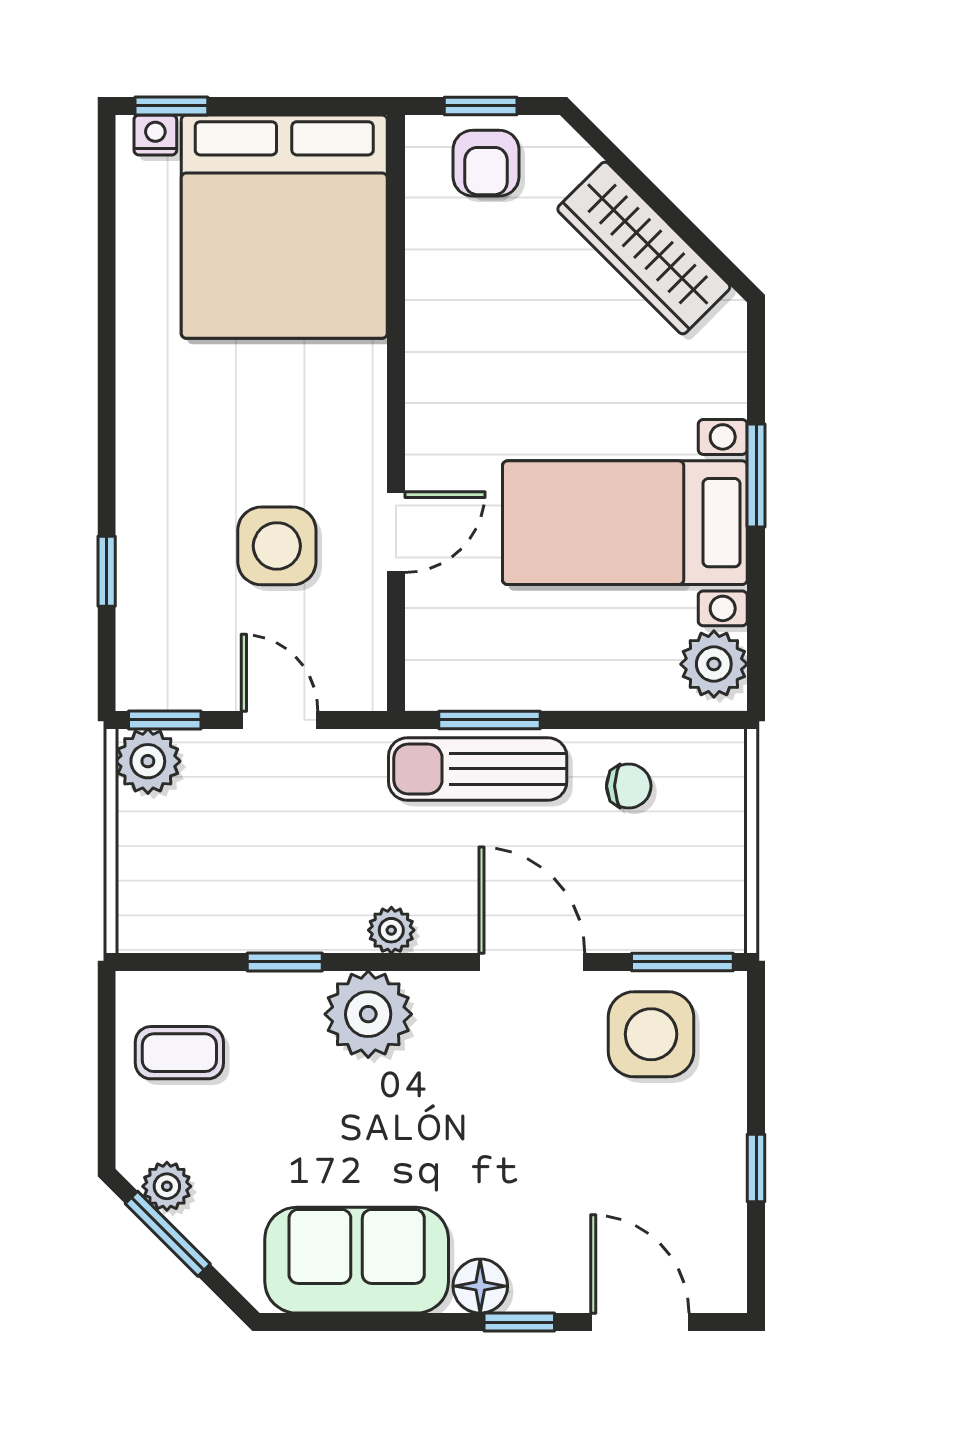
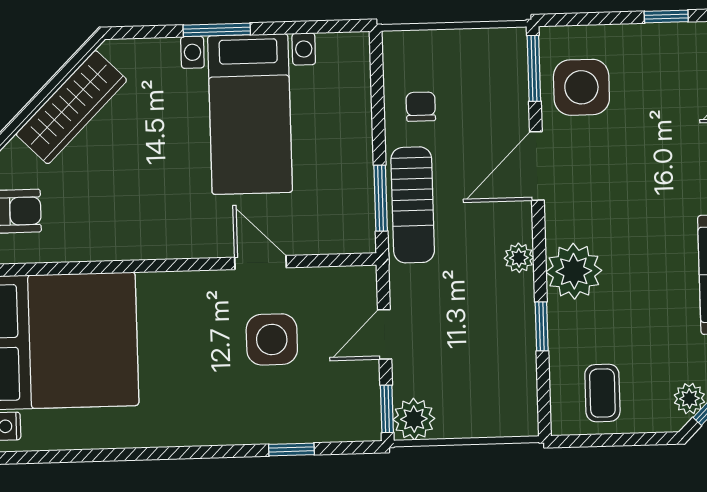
plant: (714, 664) -> (340, 54), removed

